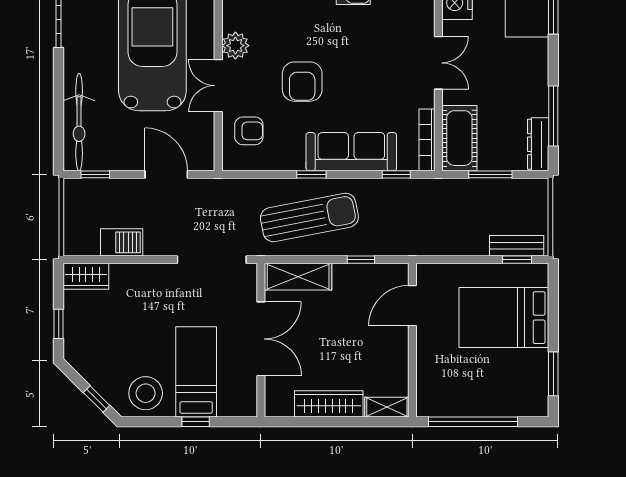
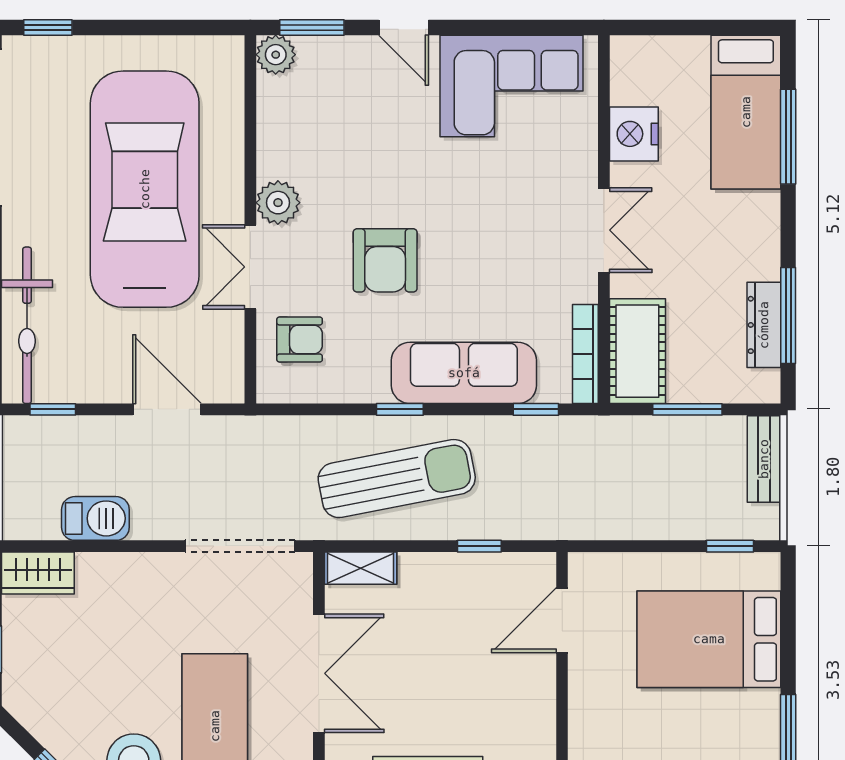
dresser: (538, 144) -> (764, 325), moved
bench: (517, 246) -> (764, 459), moved, turned 90
shelving: (298, 277) -> (361, 568), width x0.67, depth x0.75

